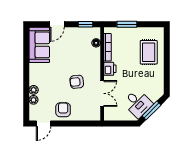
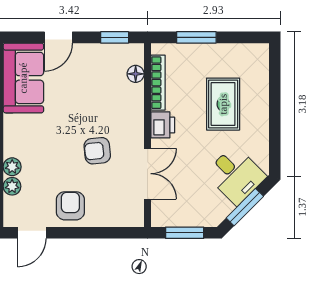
rug: (149, 52) -> (223, 104), moved
desk: (138, 103) -> (236, 175), moved
window: (121, 123) -> (185, 233), added

